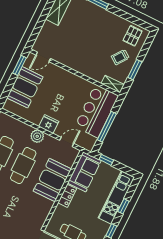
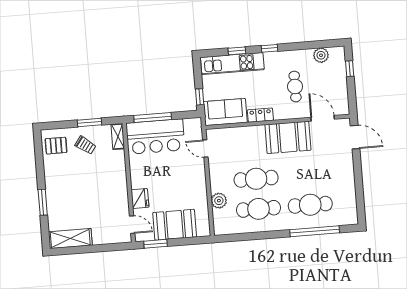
fridge: (49, 124) -> (140, 199), moved, turned 180
window: (107, 127) -> (153, 118), moved
plant: (37, 136) -> (219, 201), moved
booth: (52, 180) -> (288, 137), moved

